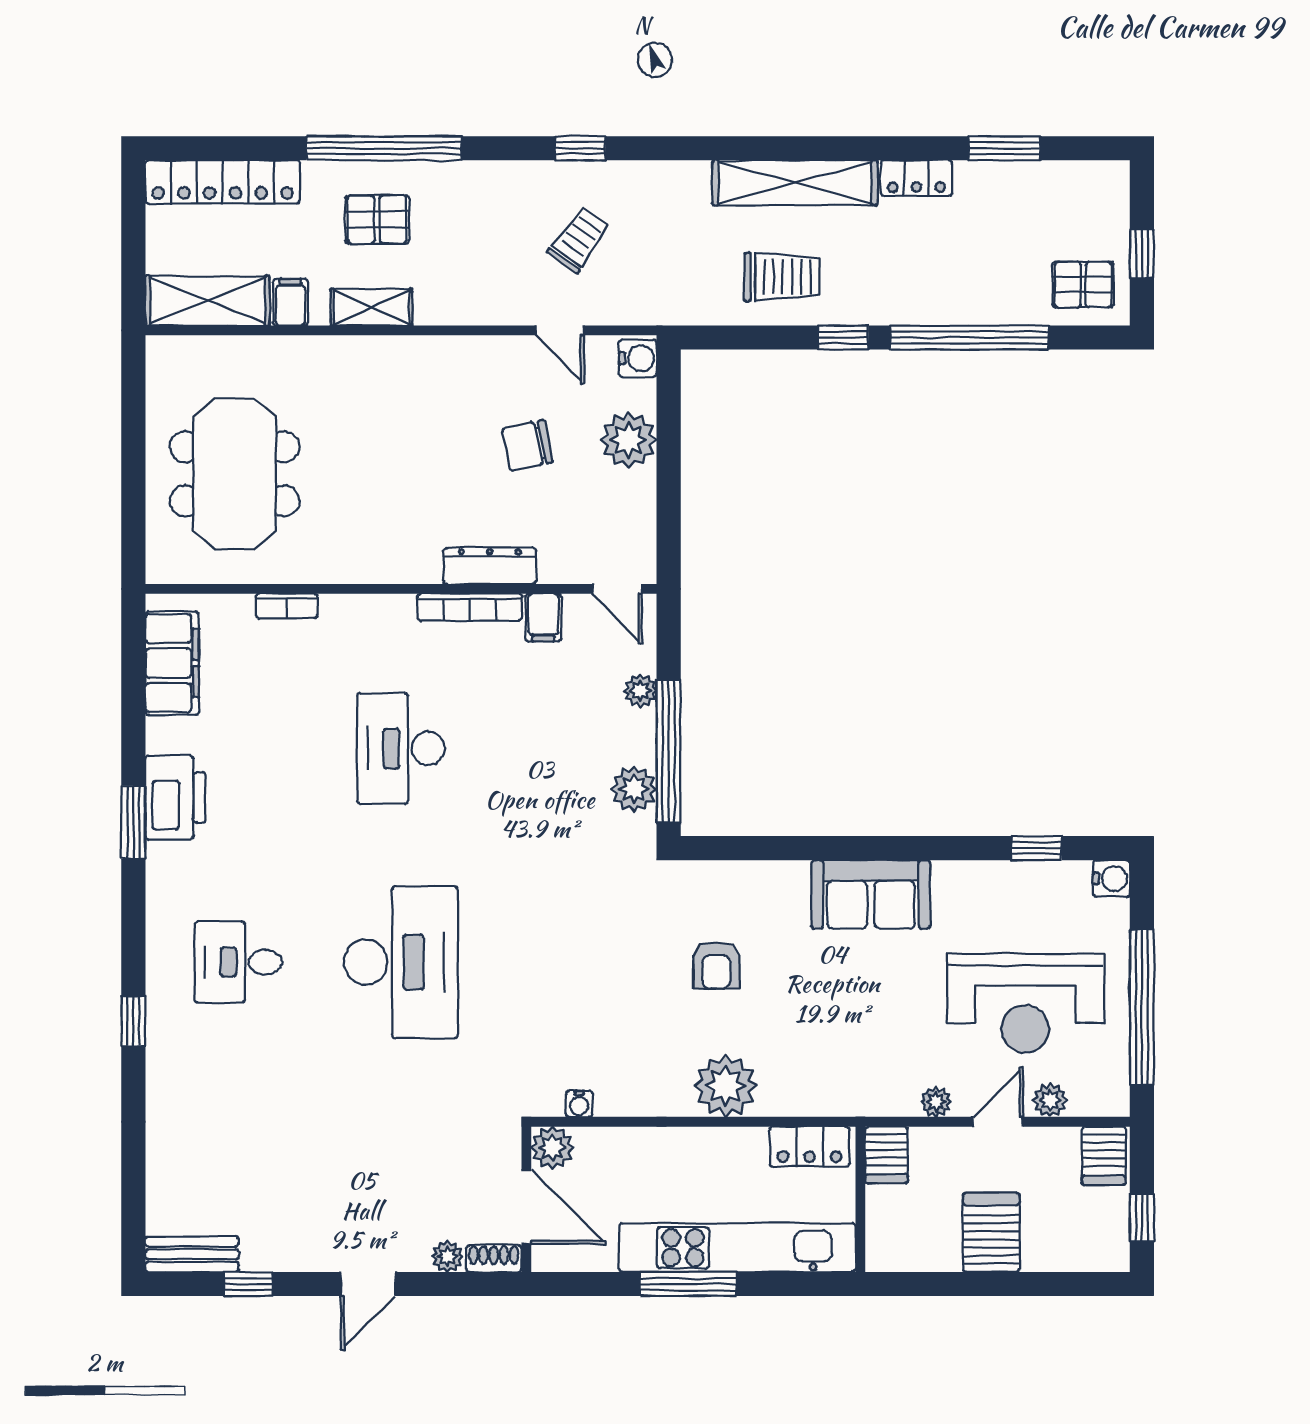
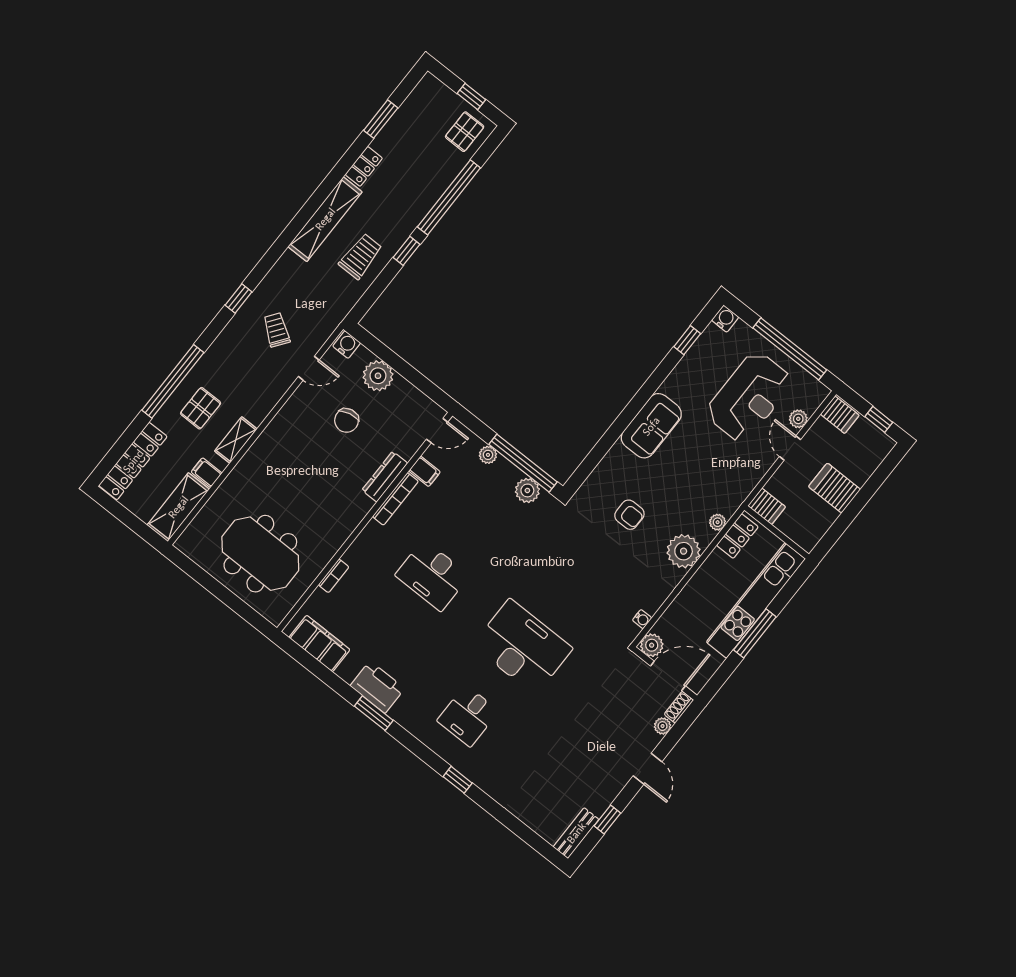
plant: (936, 1102) -> (718, 522), moved

